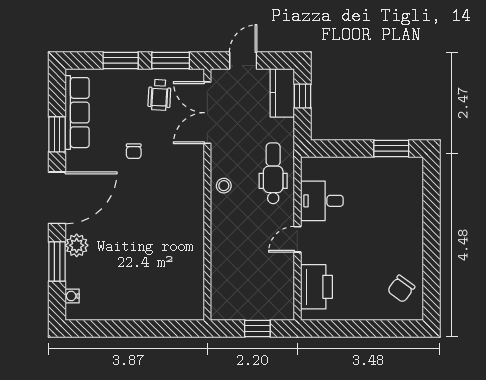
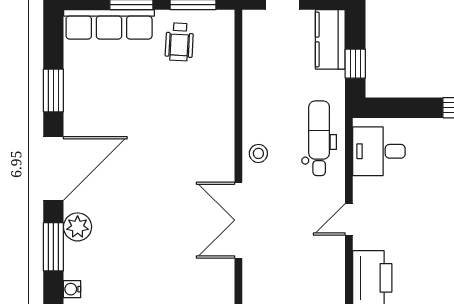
window: (303, 96) -> (355, 64), moved
row of seats: (77, 113) -> (109, 24), moved, turned 90
double door: (207, 113) -> (238, 220), moved
chair: (134, 151) -> (148, 111), removed
desk: (322, 201) -> (379, 151), moved

